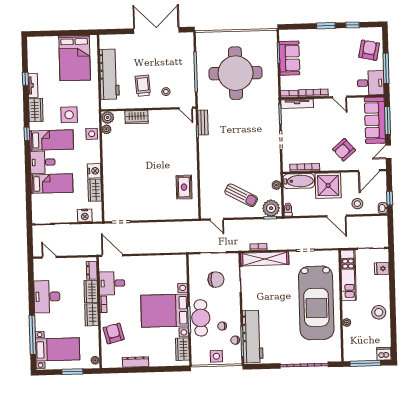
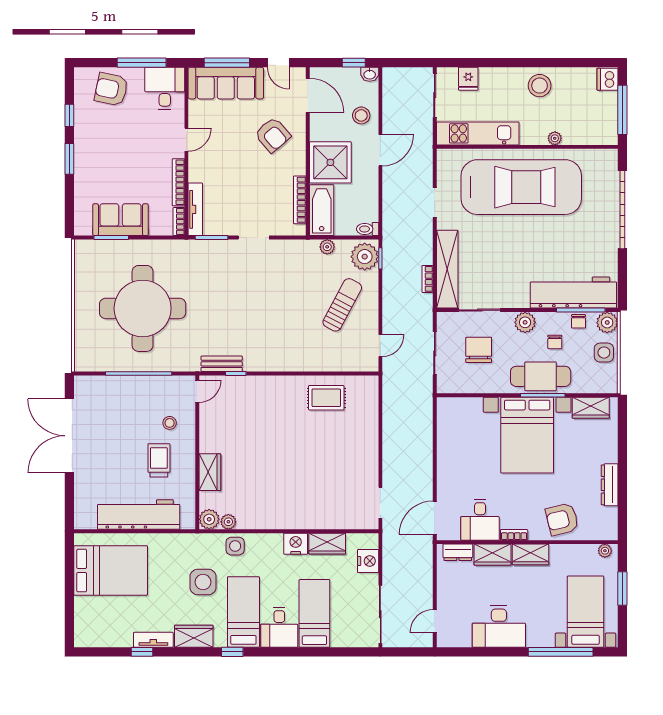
trolley: (143, 86) -> (159, 460), turned 94
plant: (234, 307) -> (525, 322), added
plant: (235, 358) -> (607, 323), added

